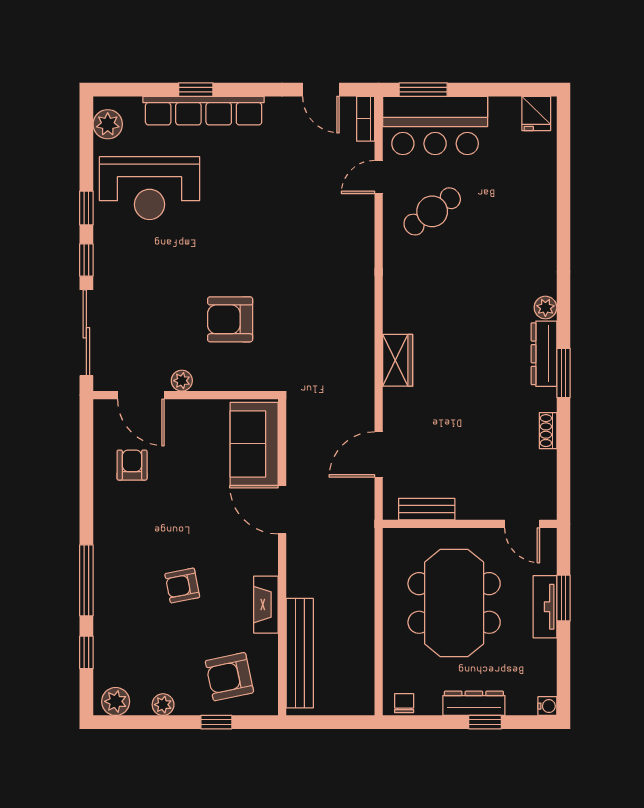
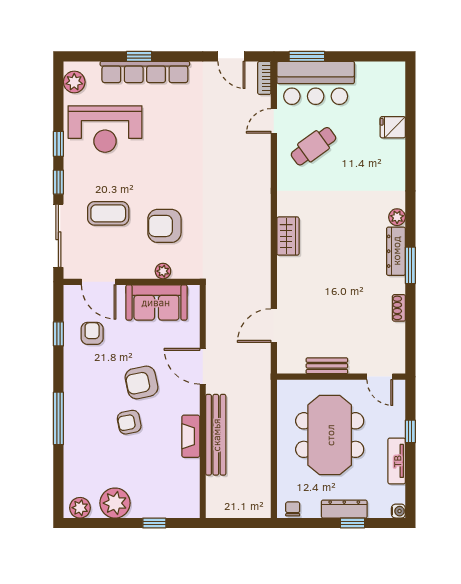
fridge: (536, 113) -> (393, 127), moved, turned 90
coffee table: (154, 302) -> (108, 213), added
wardrobe: (398, 360) -> (288, 236), moved
plant: (182, 381) -> (163, 271), moved
sofa: (254, 444) -> (156, 302), moved, turned -90
bench: (427, 509) -> (327, 366), moved
window: (563, 598) -> (410, 431), width x0.67
tv unit: (545, 607) -> (397, 461), moved
window: (86, 652) -> (58, 334), moved
bench: (300, 653) -> (216, 435), moved
armchair: (229, 677) -> (141, 382), moved
plant: (163, 705) -> (115, 503), width x1.88, depth x1.88

